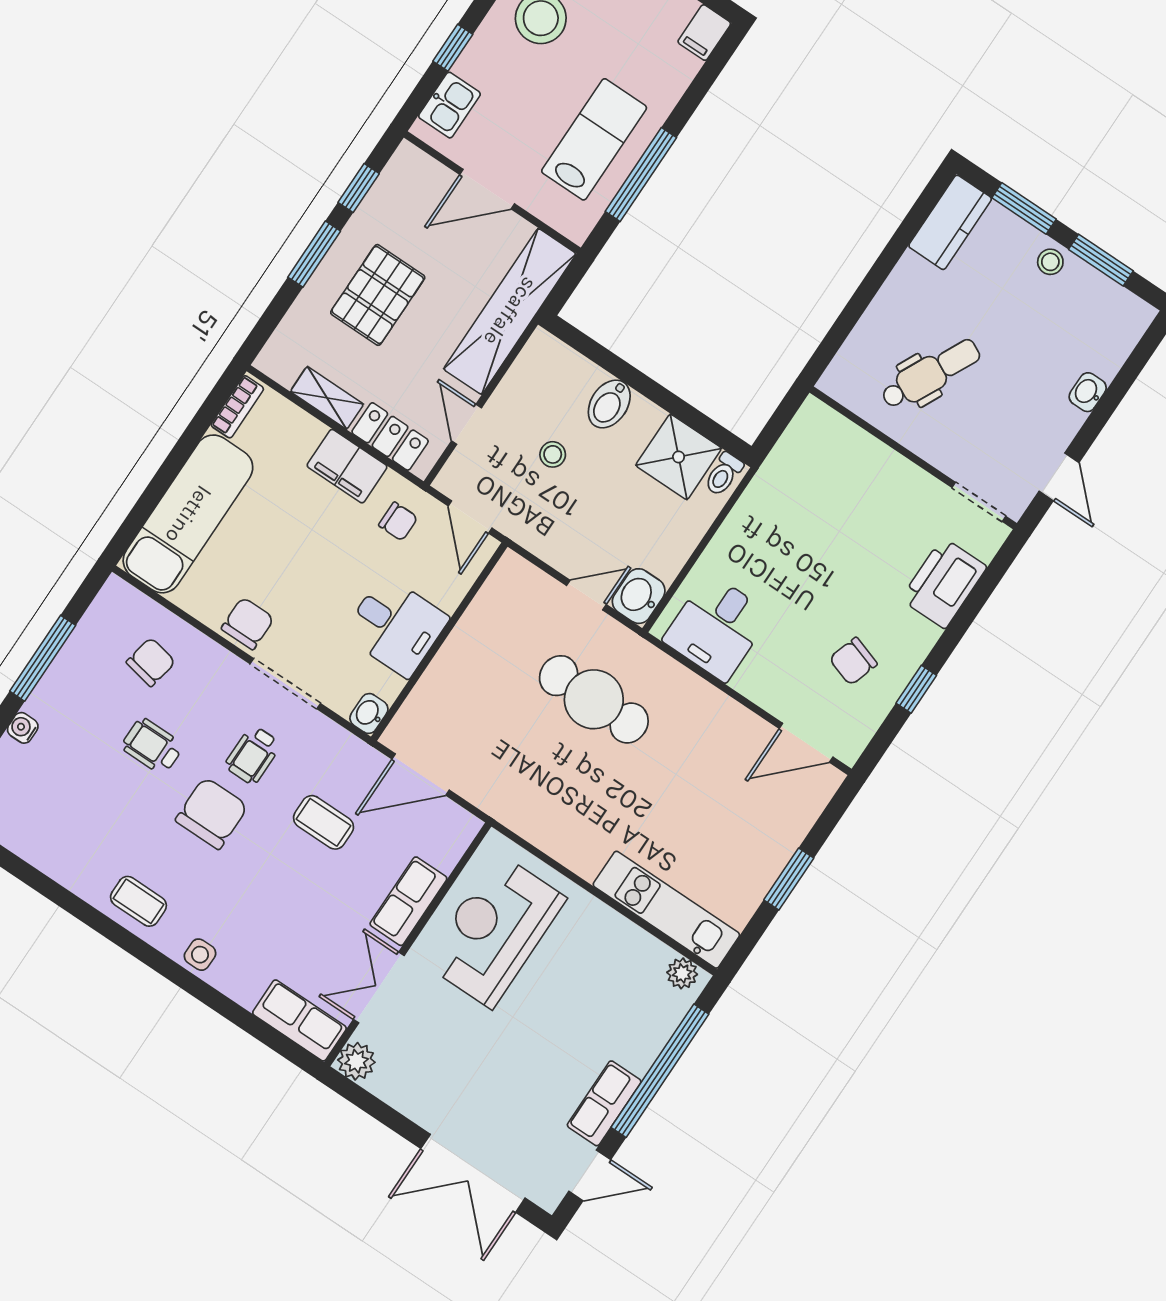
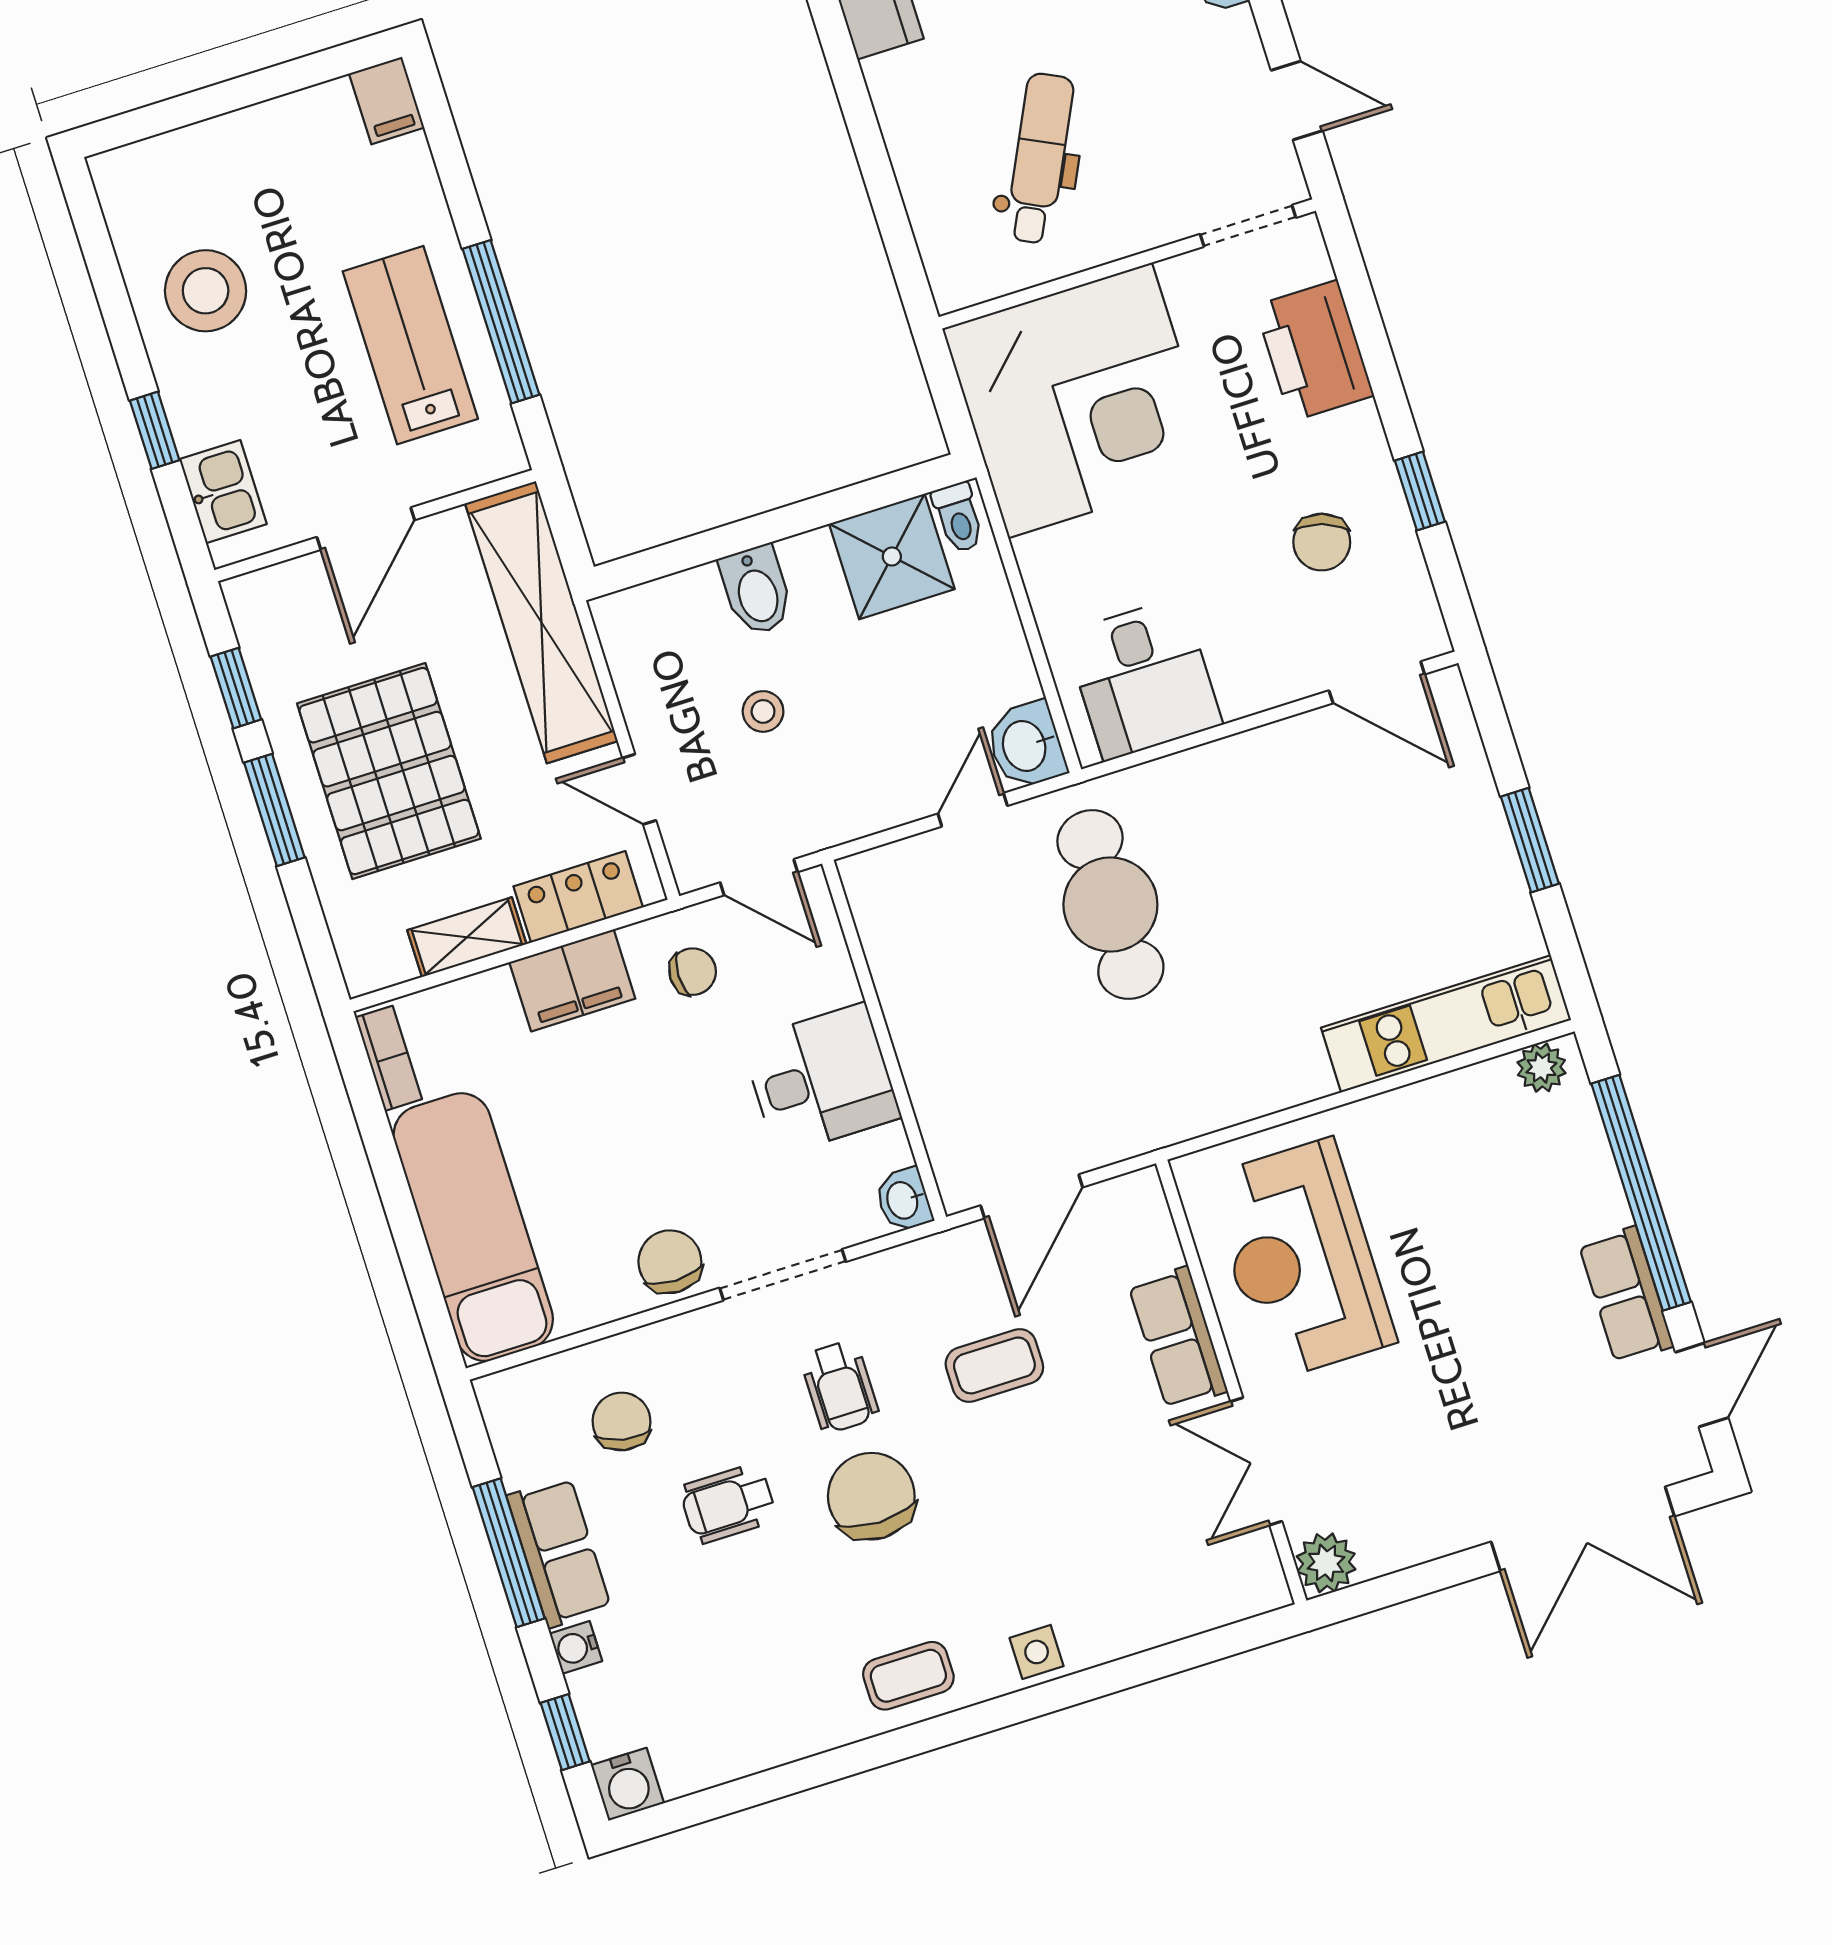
pallet: (378, 295) -> (389, 771), width x1.37, depth x1.41
corner desk: (828, 488) -> (1080, 400), added
cafe table: (594, 699) -> (1110, 905), turned 90
door: (806, 743) -> (1377, 682), hinge flipped
row of seats: (299, 1020) -> (559, 1552), moved, turned 90

